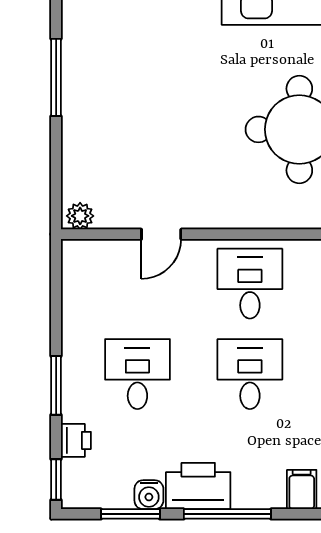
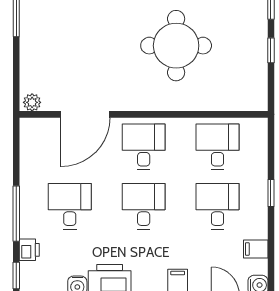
door: (161, 234) -> (85, 114), width x1.87
window: (56, 385) -> (16, 214), width x1.44

